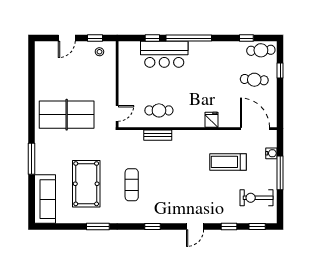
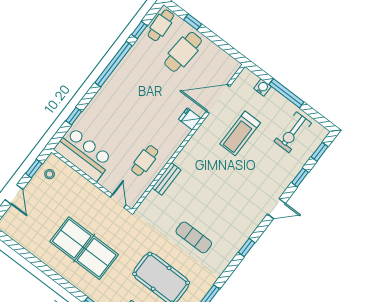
window: (189, 38) -> (113, 64), moved
bar counter: (164, 54) -> (84, 154), moved, turned -90
cafe table: (254, 80) -> (183, 52), width x1.37, depth x1.35
table tennis table: (67, 115) -> (84, 248), turned 90
door: (255, 129) -> (218, 99), moved
door: (195, 227) -> (276, 209), hinge flipped

